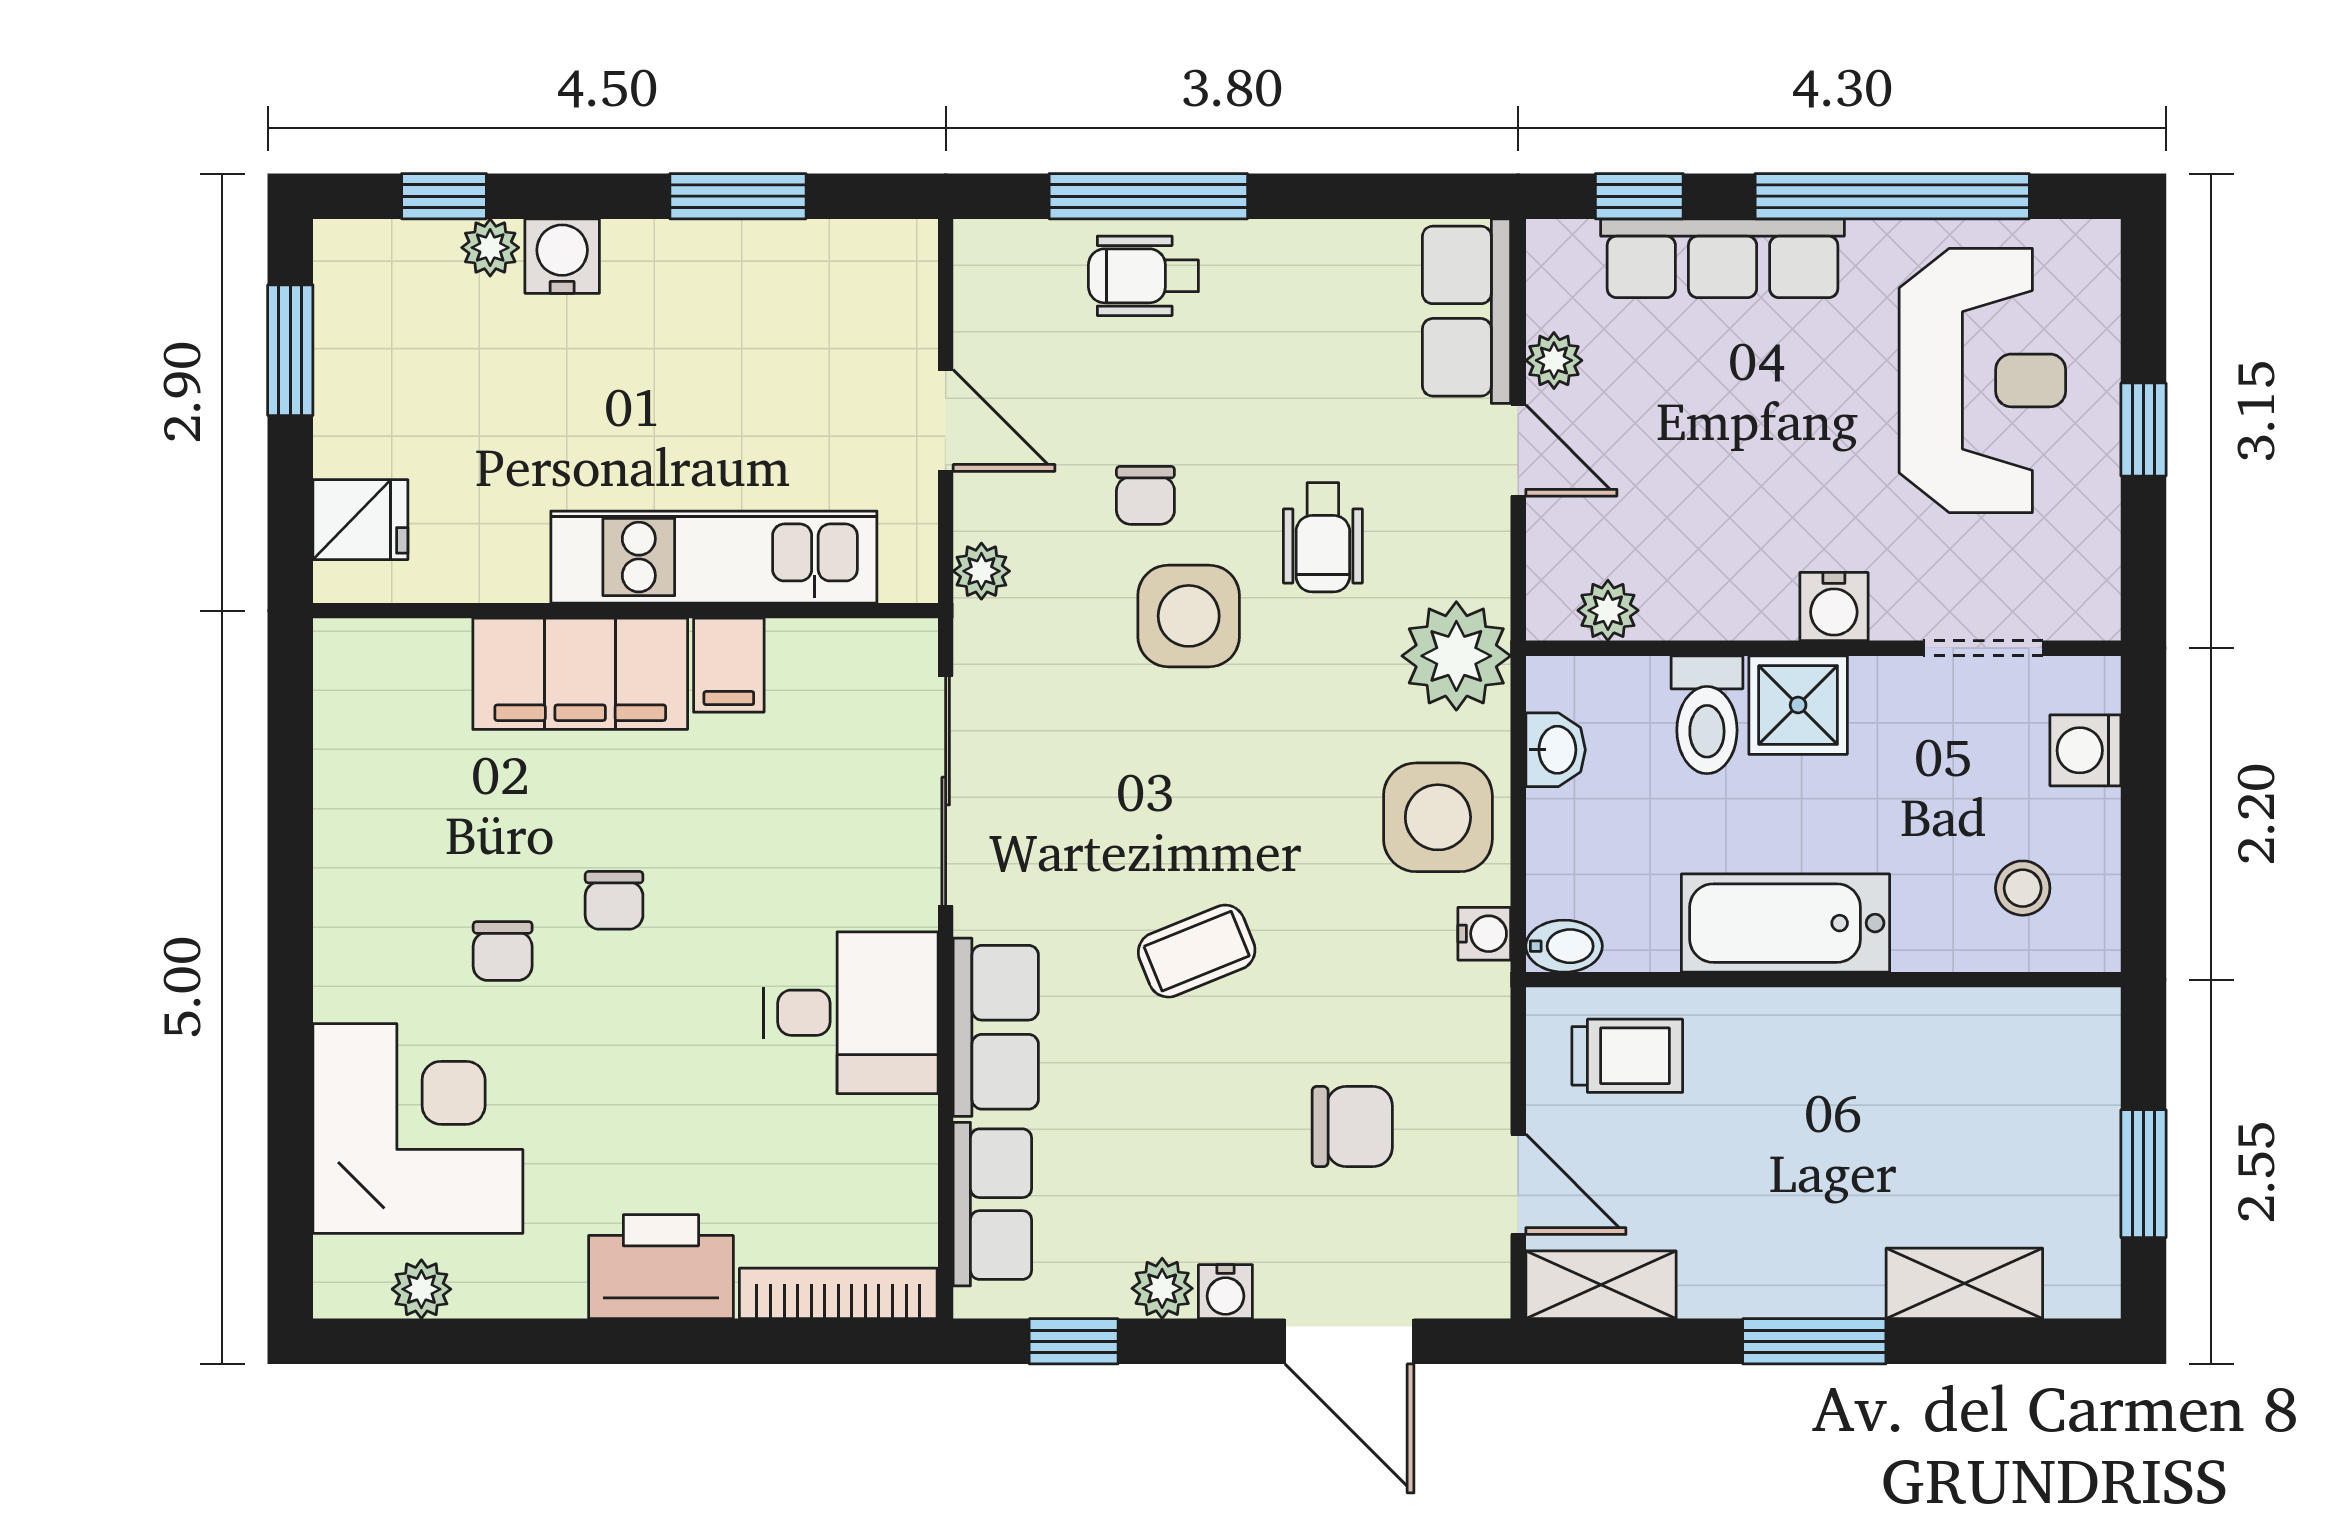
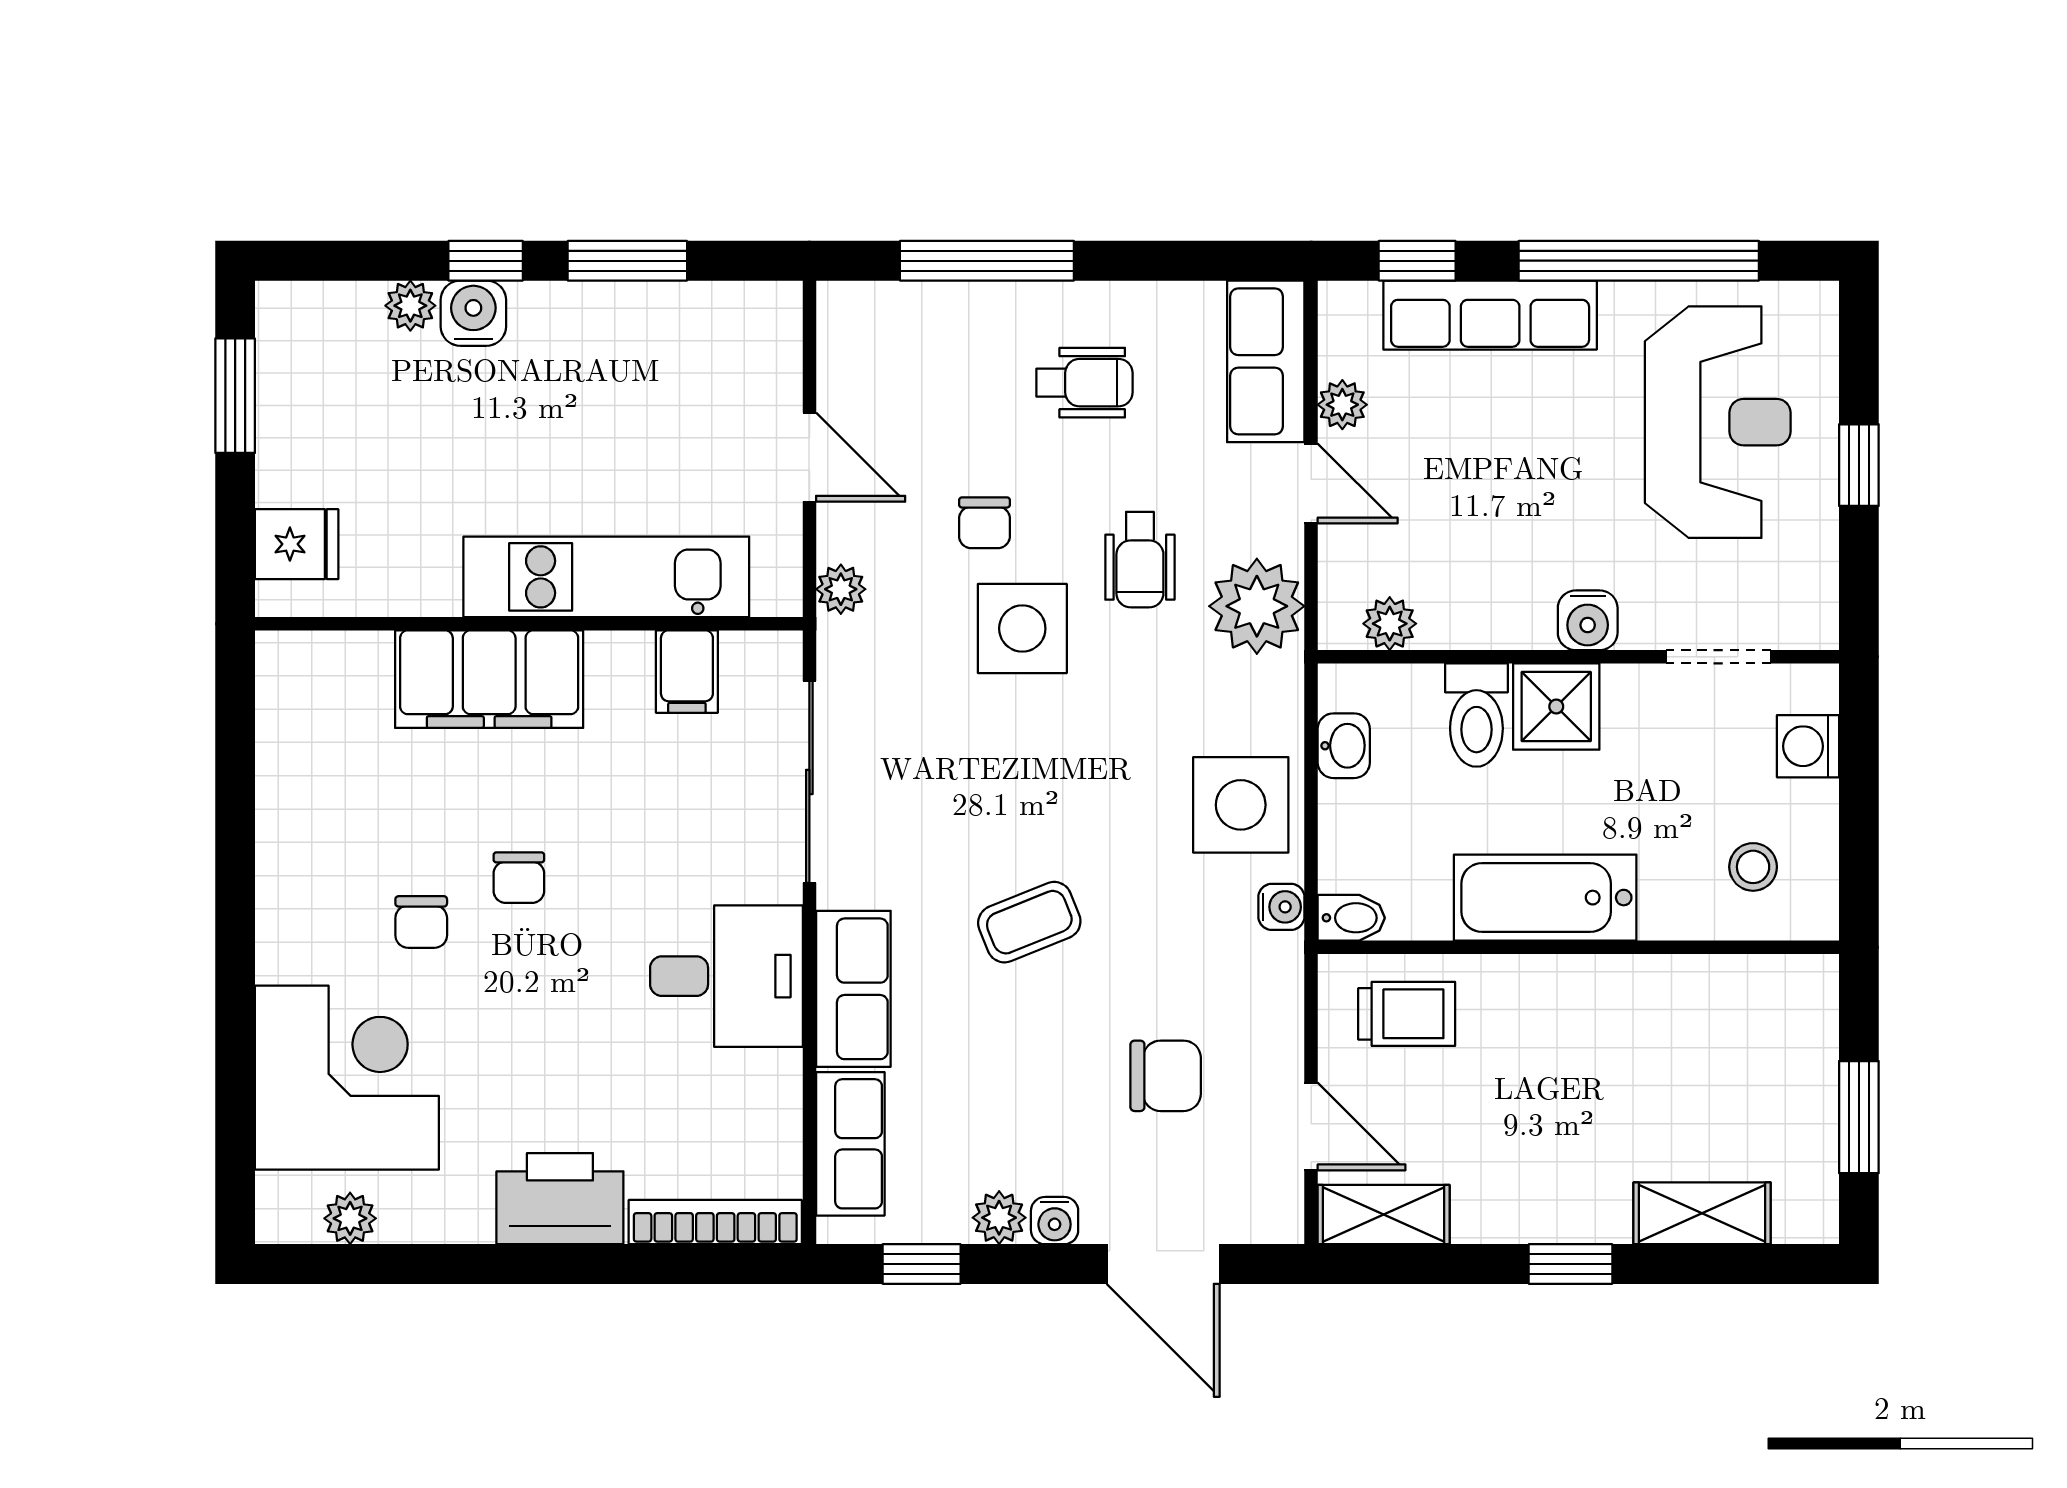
window: (444, 196) -> (486, 261), moved
wheelchair: (1143, 276) -> (1084, 383), moved, turned 180
plant: (1456, 656) -> (1257, 606), moved
filing cabinet: (729, 665) -> (687, 672), moved
window: (1814, 1341) -> (1571, 1264), width x0.67

